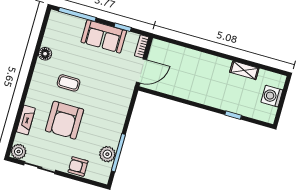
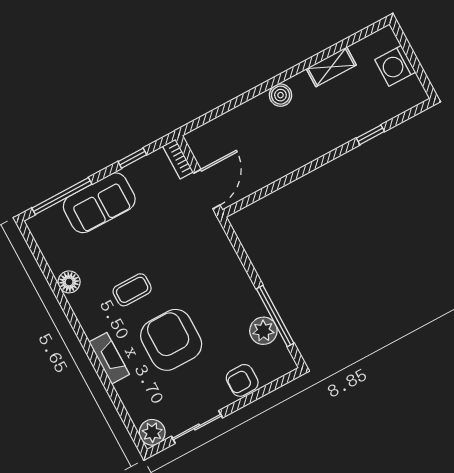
sofa: (104, 36) -> (99, 203), moved
boiler: (211, 61) -> (280, 95), added
fireplace: (26, 120) -> (109, 358), moved
armchair: (65, 120) -> (171, 340), turned 180

